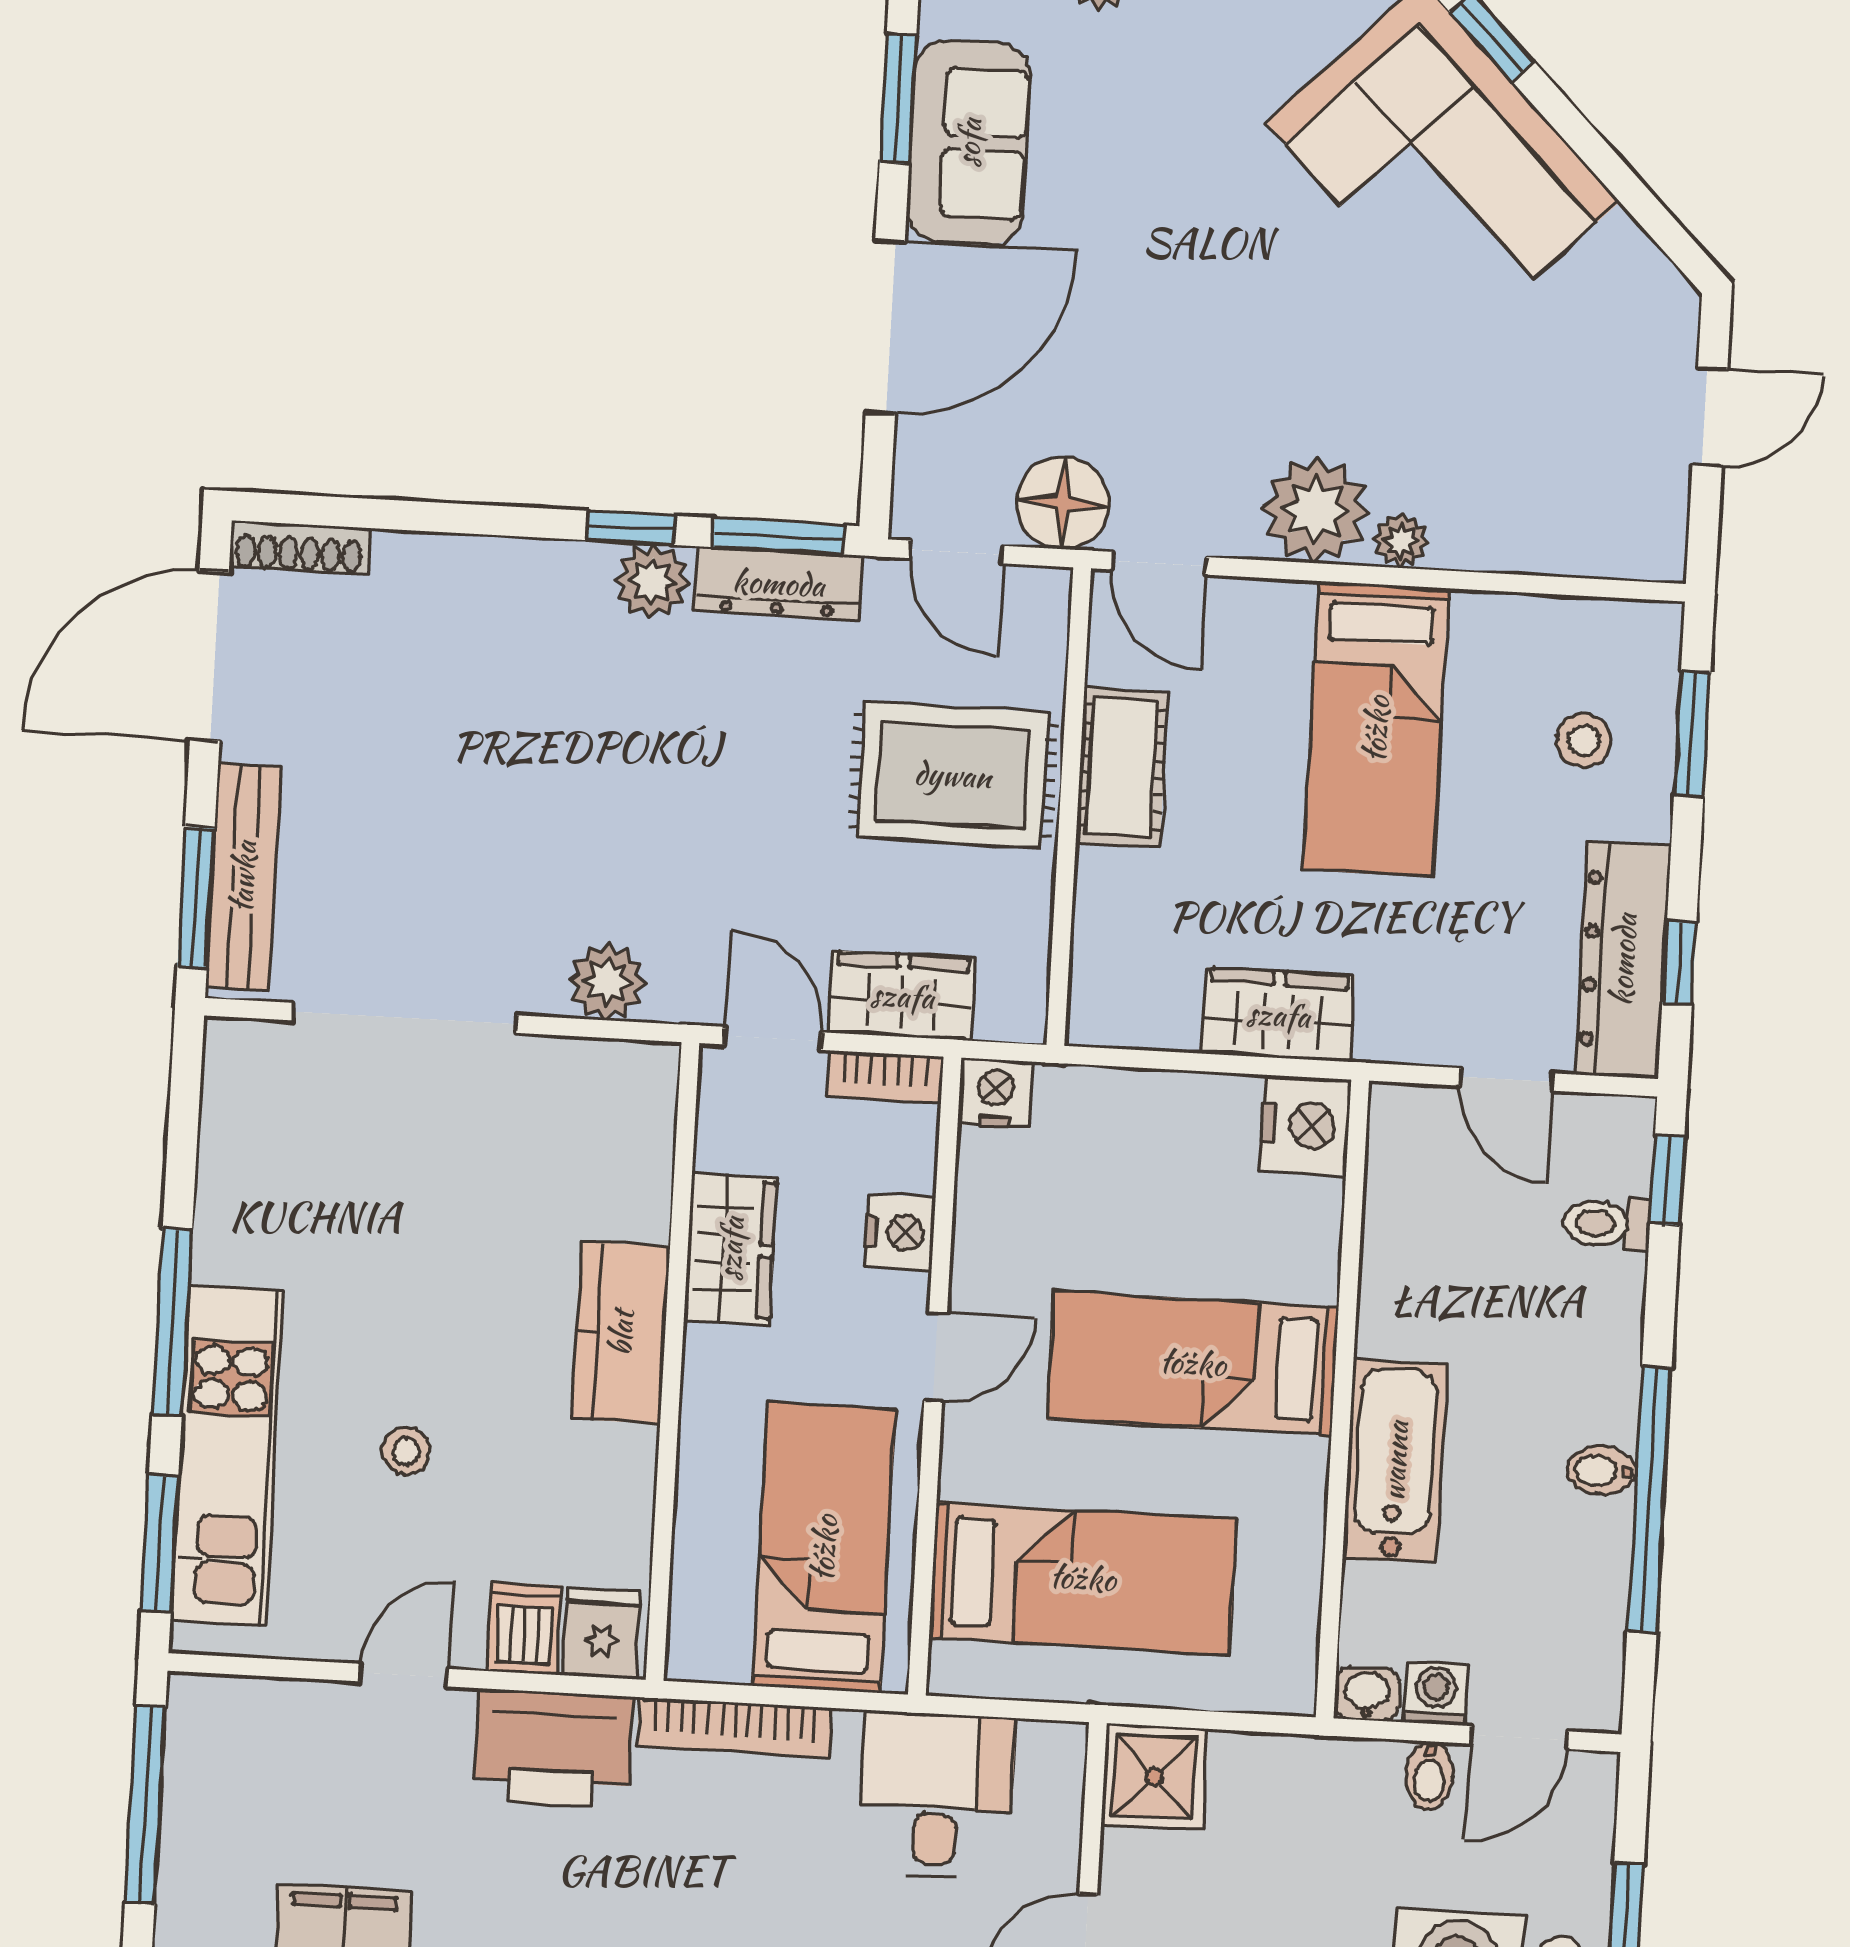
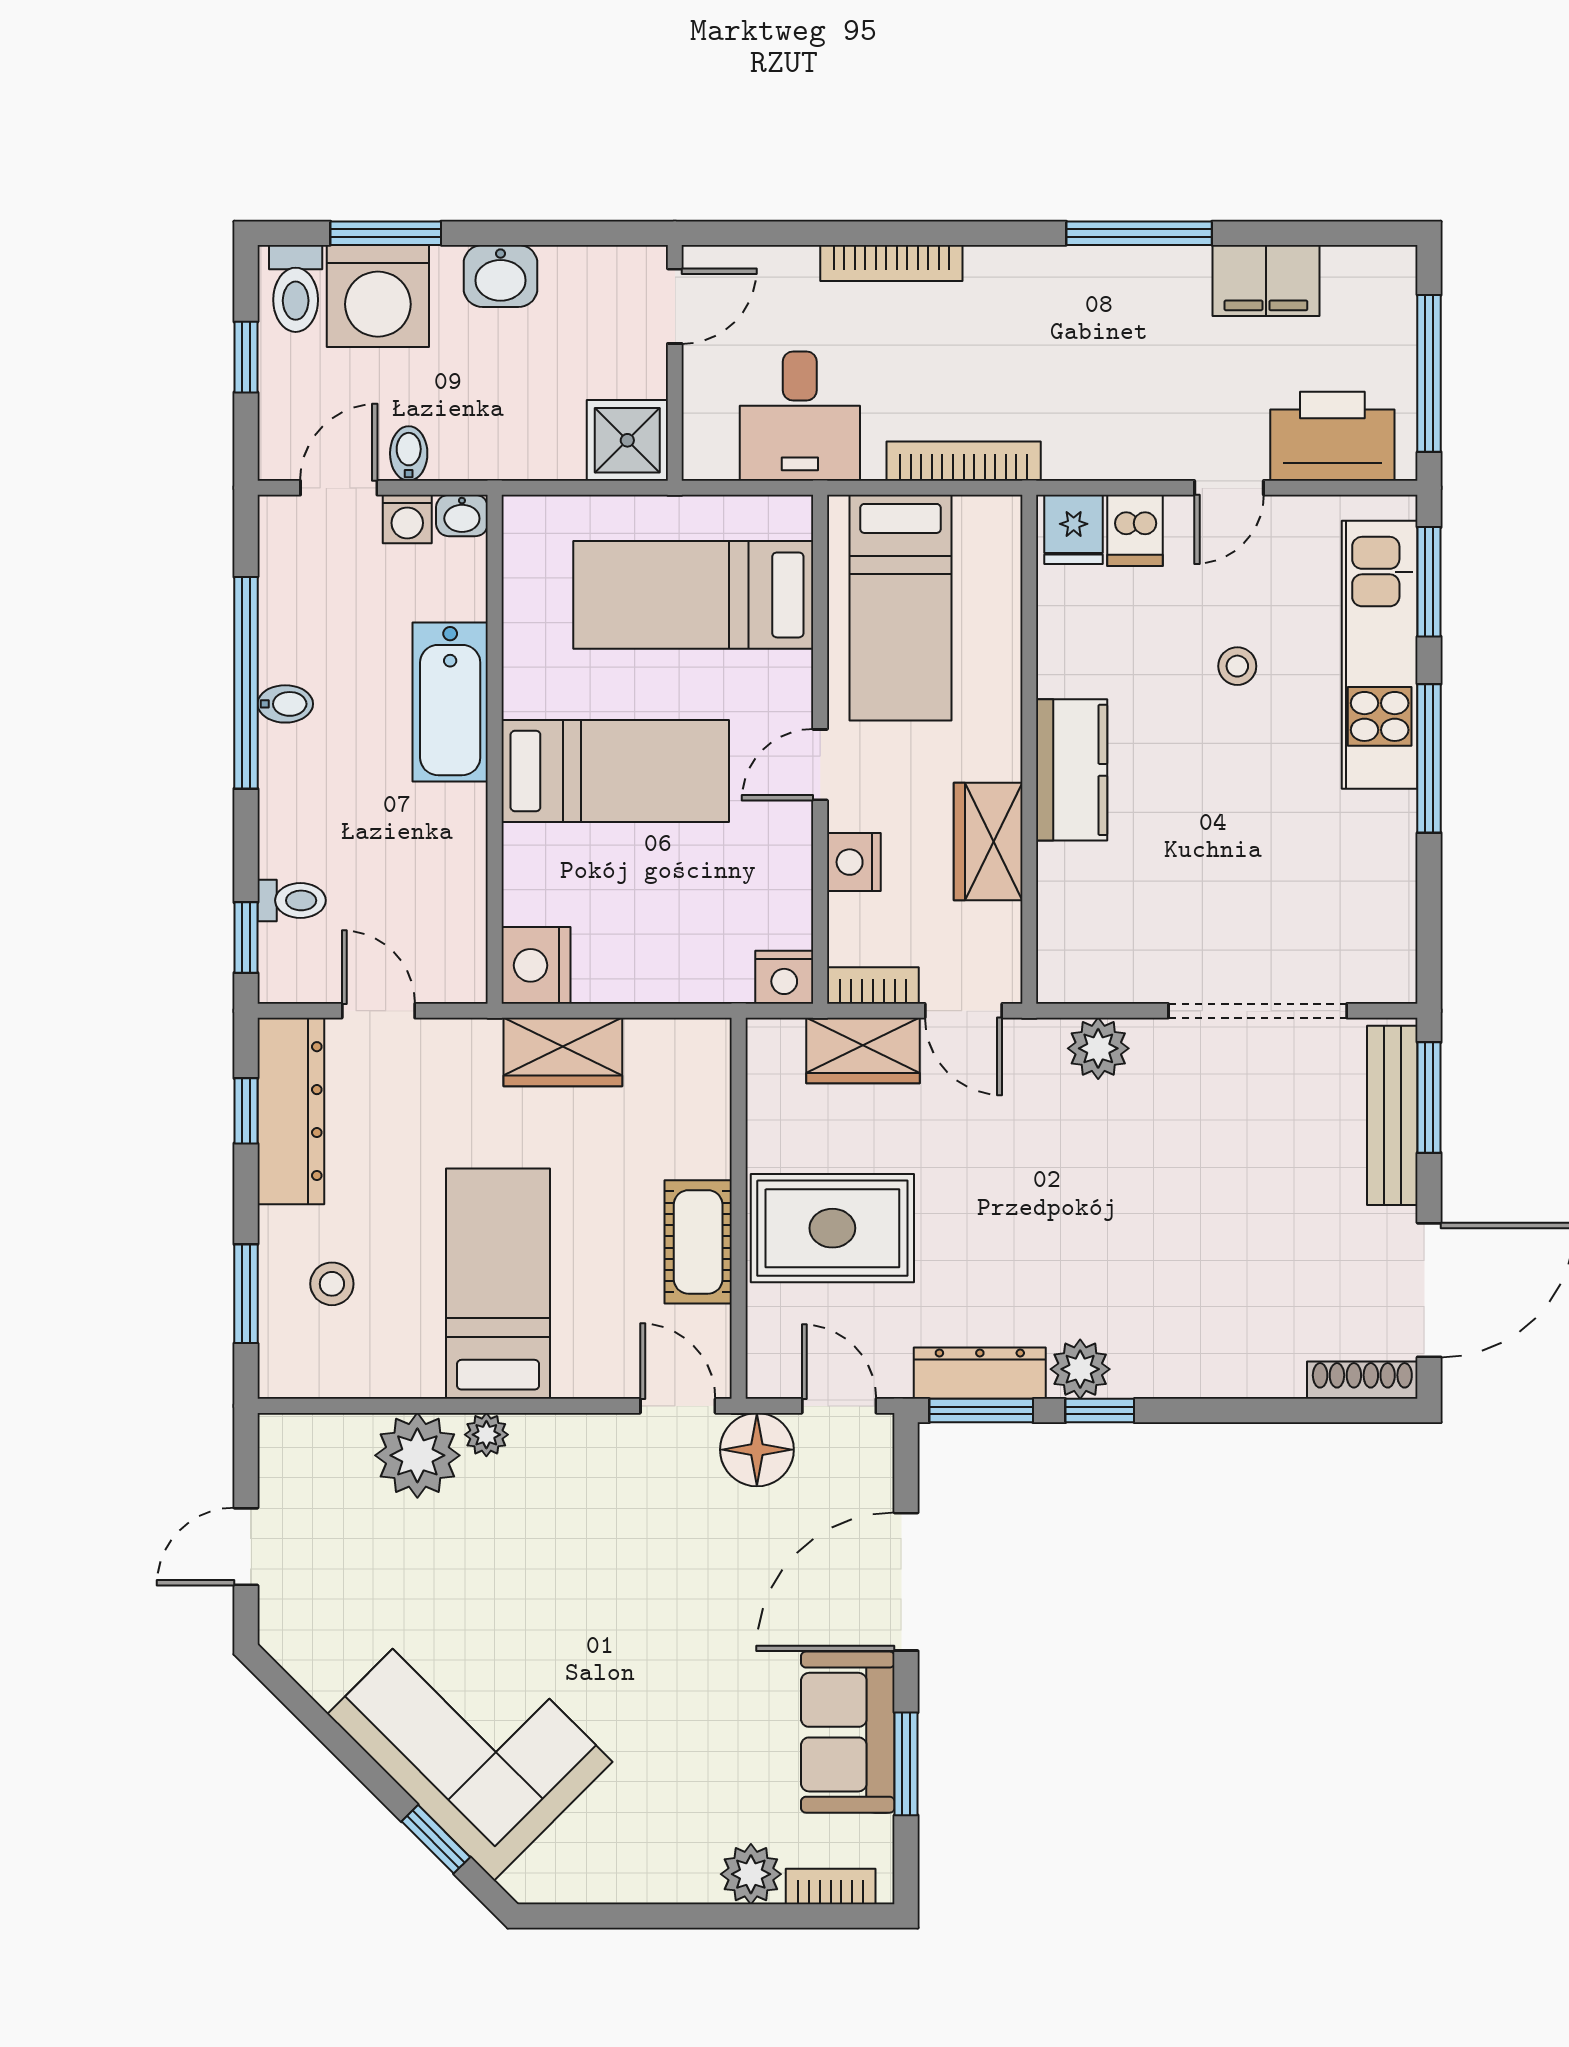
plant: (1316, 510) -> (417, 1455), moved
printer: (553, 1748) -> (1332, 436), moved

